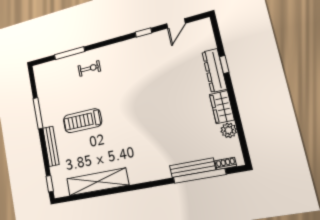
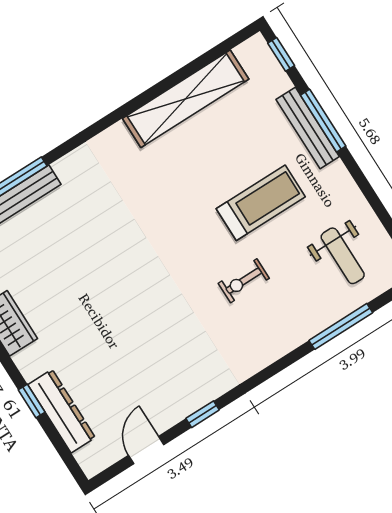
exercise bike: (89, 68) -> (244, 281), moved
dresser: (214, 70) -> (62, 411), moved
weight bench: (57, 84) -> (343, 256), added
window: (38, 113) -> (323, 121), moved

